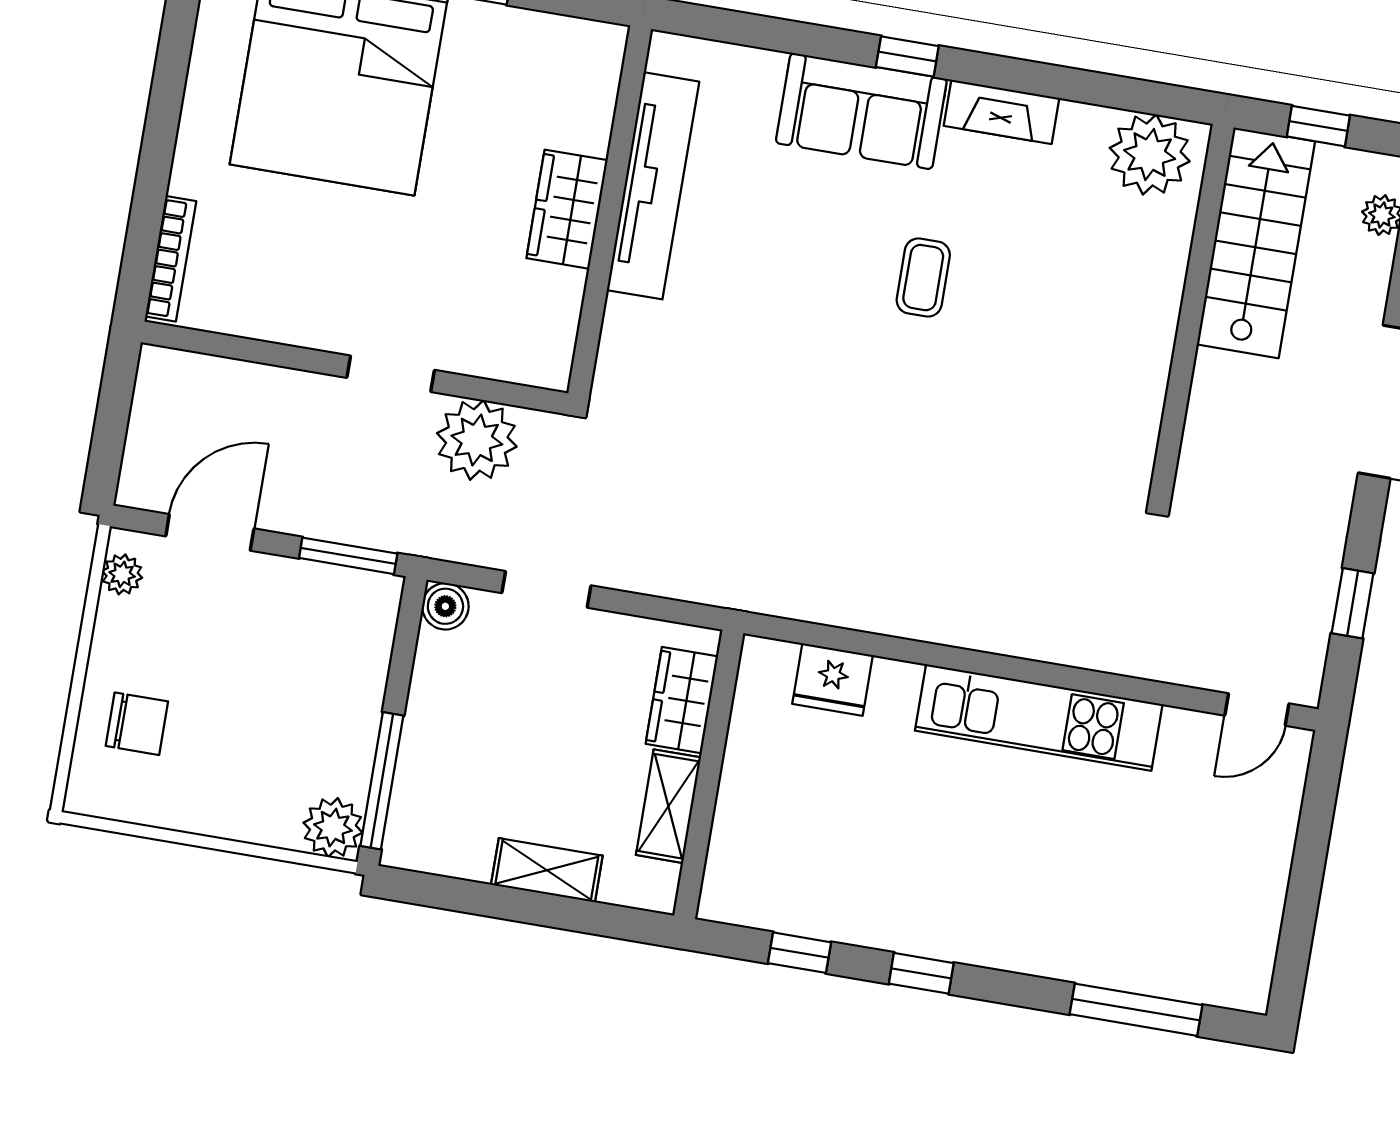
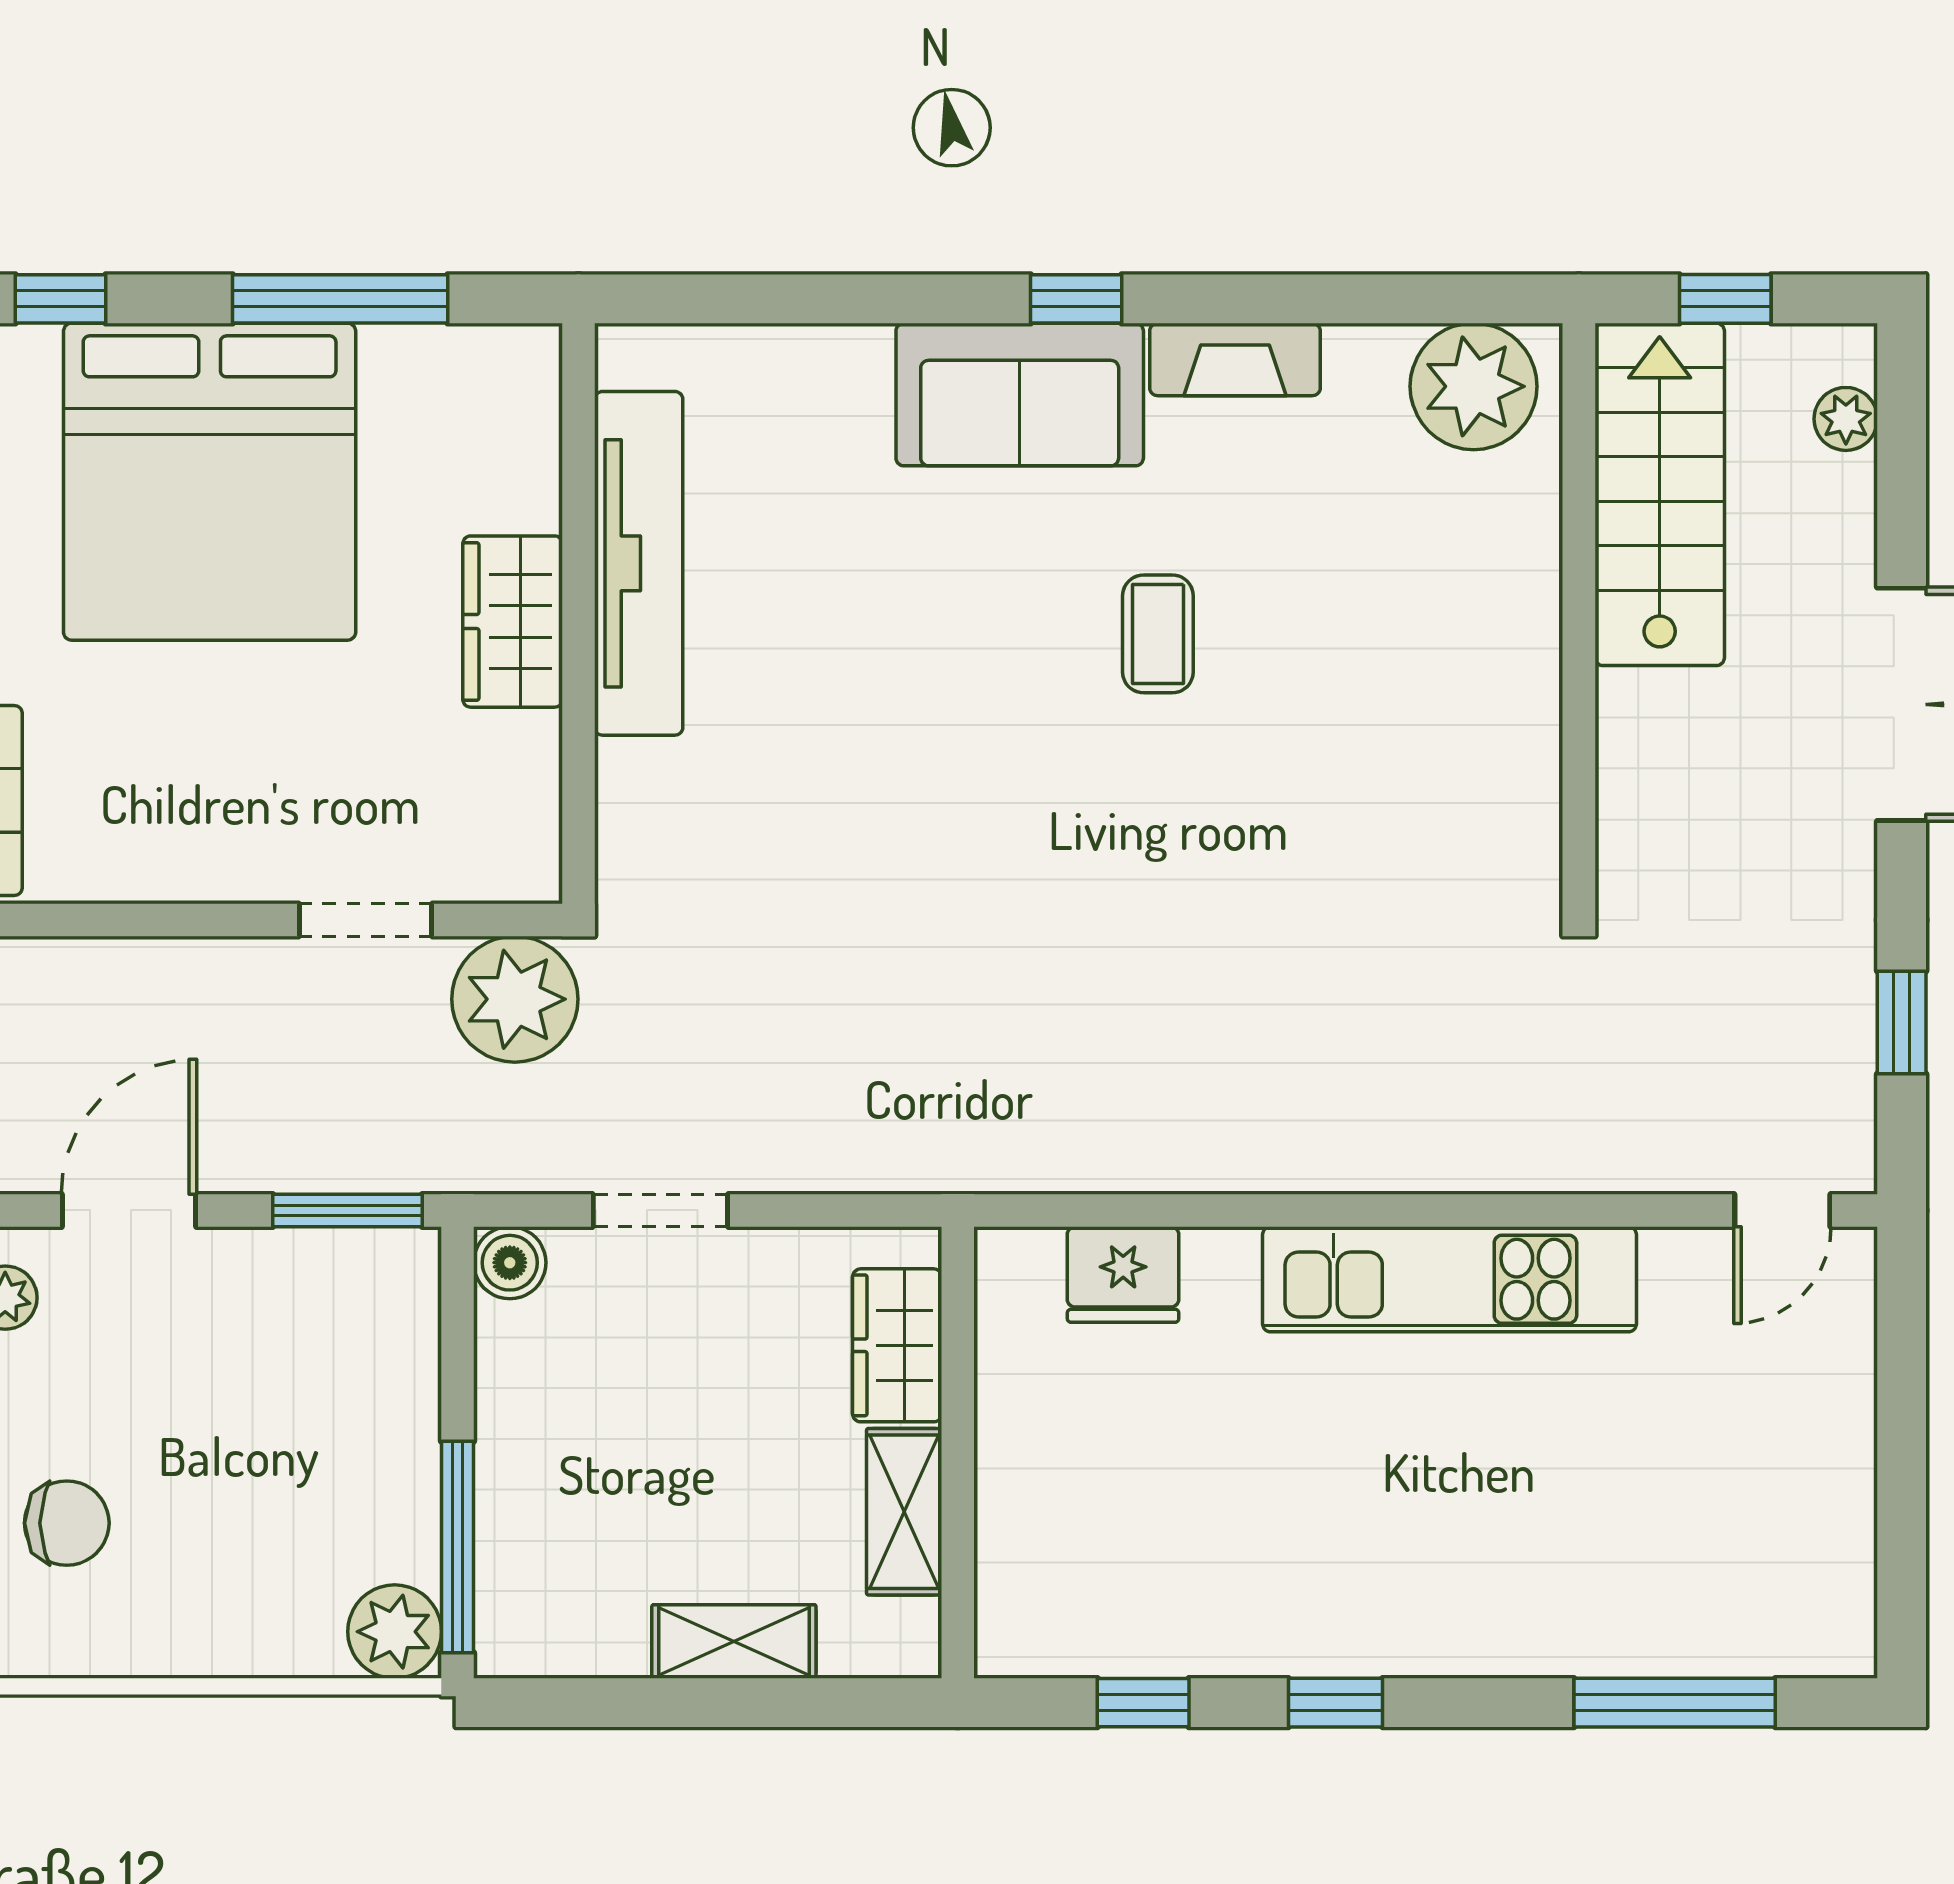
tv unit: (653, 186) -> (639, 563), moved
wardrobe: (567, 209) -> (513, 622), moved
wall: (610, 211) -> (579, 613), moved

